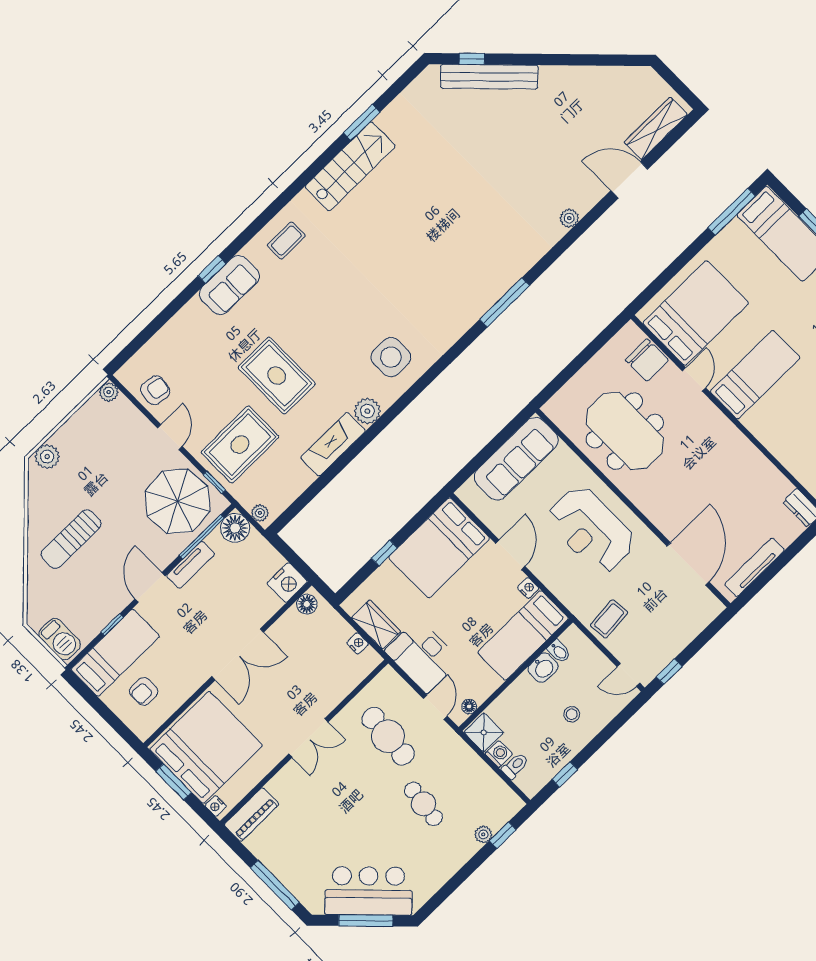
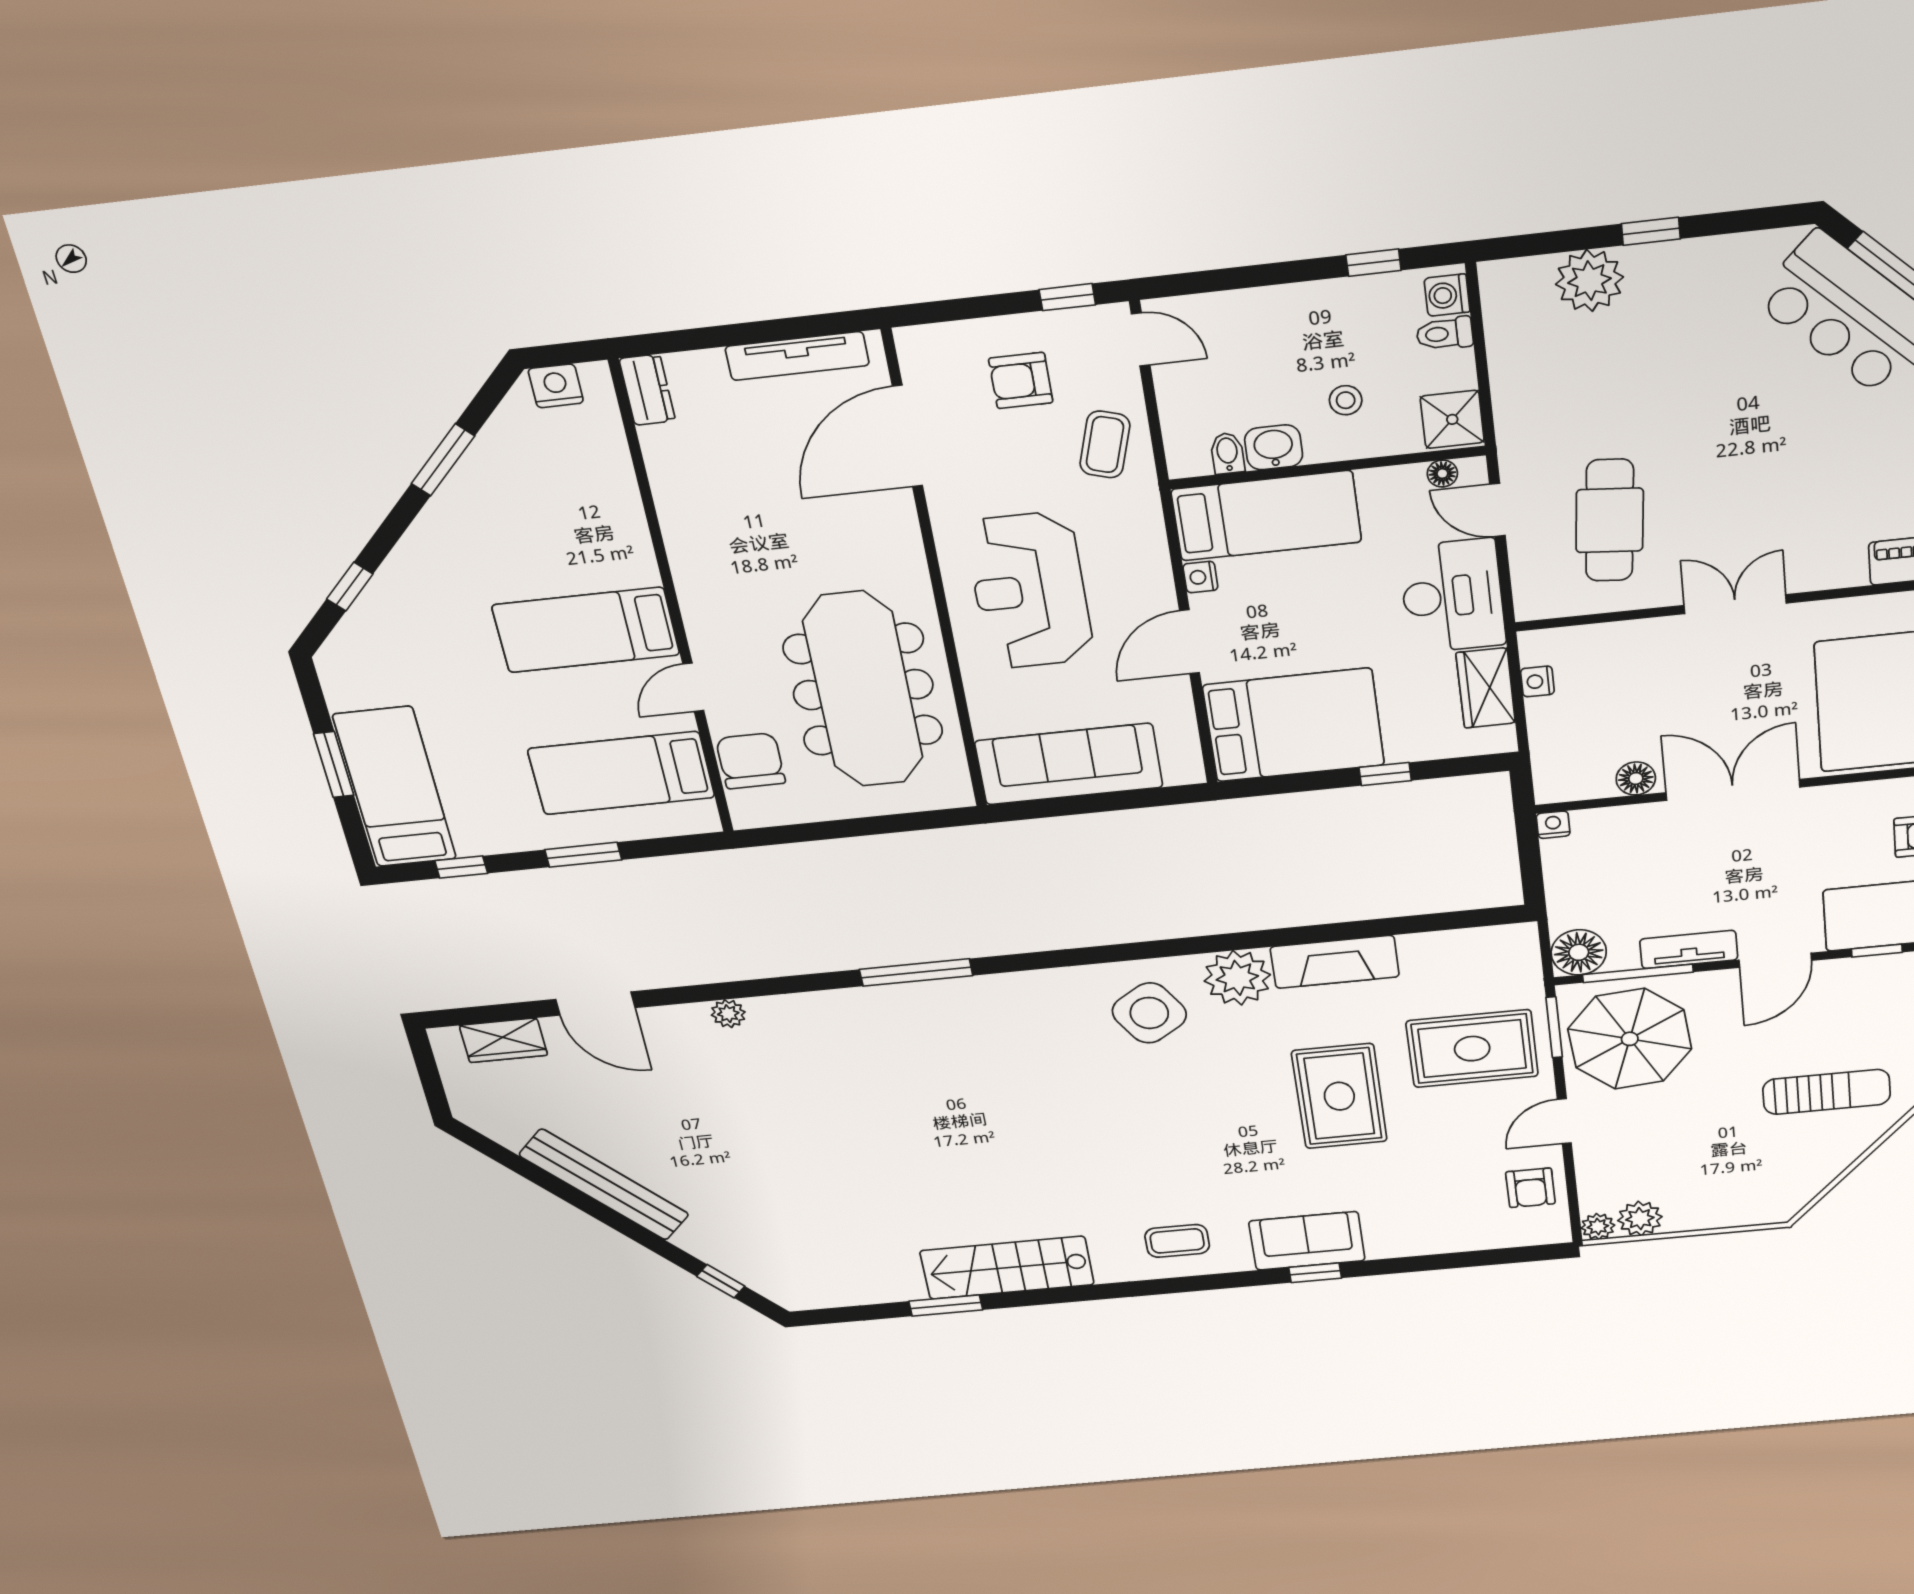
bench: (489, 77) -> (604, 1185), moved
wardrobe: (656, 128) -> (503, 1040), width x0.67
window: (732, 212) -> (461, 867), width x0.46
window: (685, 258) -> (583, 855), added
bed: (696, 313) -> (621, 773), width x0.67
side table: (391, 357) -> (1149, 1013), turned -33
armchair: (155, 390) -> (1530, 1188), turned -99
plant: (367, 411) -> (1237, 978), width x1.36, depth x1.36
meeting table: (625, 431) -> (863, 690), width x1.36
plant: (47, 457) -> (1640, 1219), moved
window: (214, 482) -> (1554, 1027), width x1.50
plant: (260, 513) -> (1524, 947), removed
reception desk: (591, 530) -> (1030, 591), turned 180
nightstand: (287, 582) -> (1553, 825), width x0.53, depth x0.56
floor lamp: (307, 604) -> (1636, 779), moved
coffee table: (609, 619) -> (1105, 445), turned -68
armchair: (661, 622) -> (1021, 381), added
door: (435, 707) -> (1497, 510), hinge flipped
stool: (572, 714) -> (1346, 400), moved
washing machine: (499, 754) -> (1447, 295), moved
cafe table: (423, 804) -> (1644, 382), removed
plant: (483, 834) -> (1589, 281), width x1.88, depth x1.88
window: (503, 835) -> (1651, 231), moved

